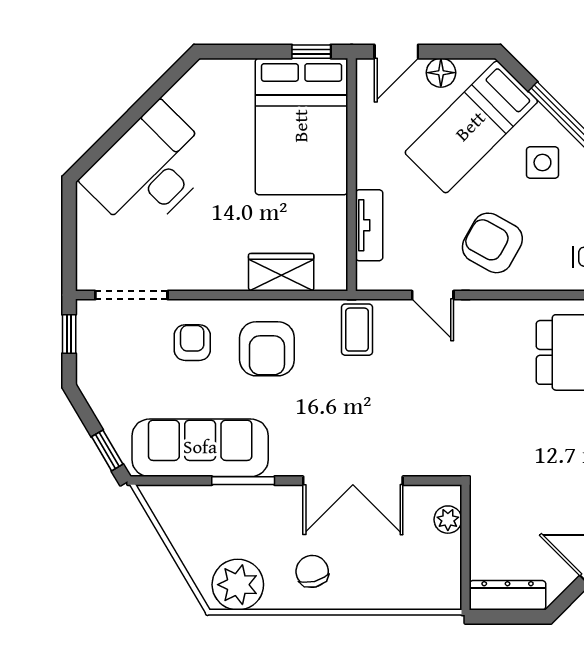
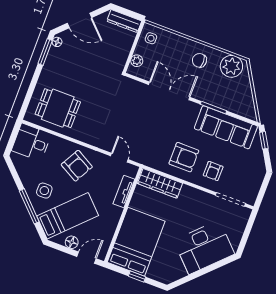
window: (311, 52) -> (137, 277), moved
wardrobe: (281, 272) -> (160, 183), width x1.50
door: (433, 295) -> (119, 158), moved
coffee table: (357, 330) -> (145, 151), removed
window: (69, 334) -> (262, 193), removed
armchair: (267, 349) -> (184, 157), turned 90
chair: (312, 571) -> (199, 60), turned 104
side table: (435, 580) -> (151, 38), added

